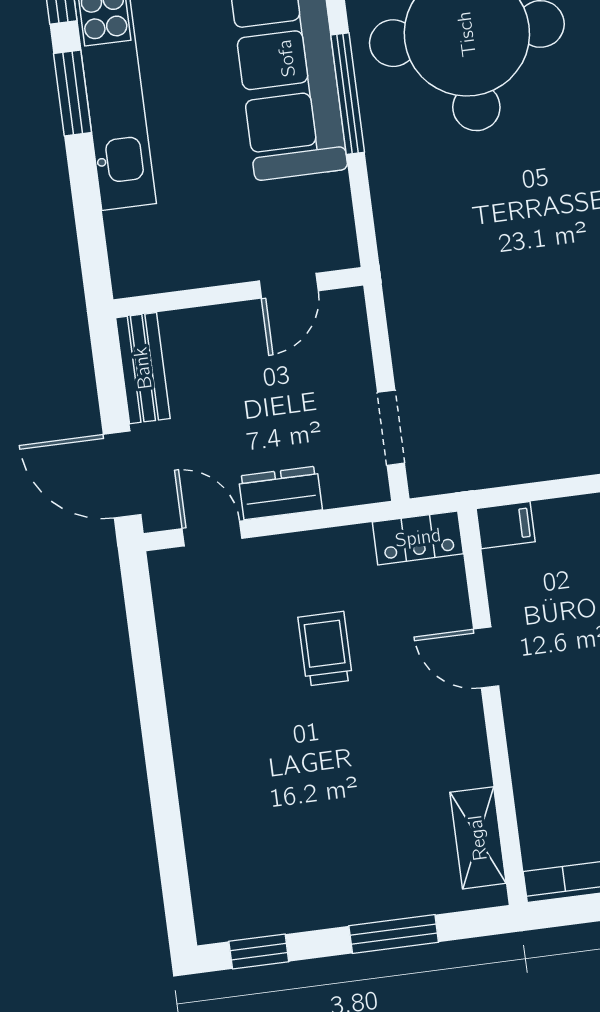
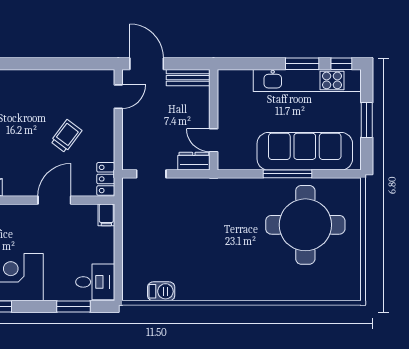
door: (122, 475) -> (147, 64), hinge flipped
dresser: (280, 493) -> (194, 161), moved, turned -90
trolley: (325, 649) -> (66, 136), turned -53
door: (486, 657) -> (54, 200), width x1.38

